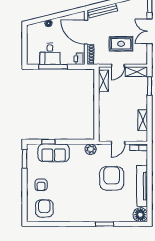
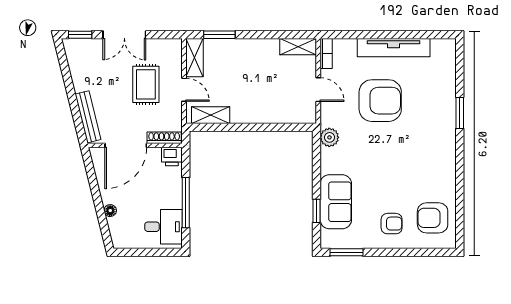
desk: (50, 54) -> (164, 227), moved
shelving: (143, 120) -> (298, 47), moved
armchair: (112, 178) -> (380, 101), turned 180
floor lamp: (140, 215) -> (444, 51), removed

